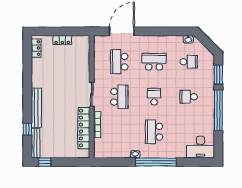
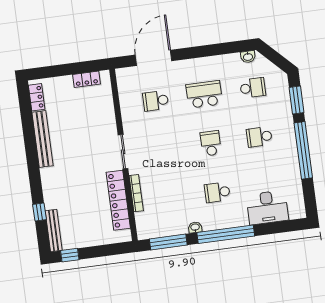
locker: (62, 40) -> (86, 79), moved
school desk: (119, 62) -> (156, 101), width x0.54
school desk: (119, 97) -> (162, 150), removed
bench: (36, 108) -> (42, 139), moved
school desk: (154, 132) -> (217, 192), width x0.54
desk: (200, 147) -> (267, 208), moved
window: (115, 162) -> (168, 242), added

